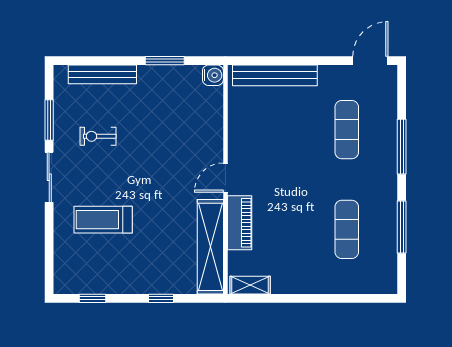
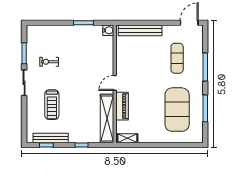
bench: (102, 74) -> (51, 138), moved
treadmill: (103, 220) -> (52, 105), turned -90
exercise mat: (347, 229) -> (177, 110), width x2.00, depth x1.45

